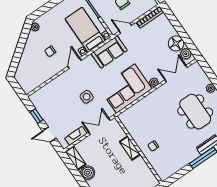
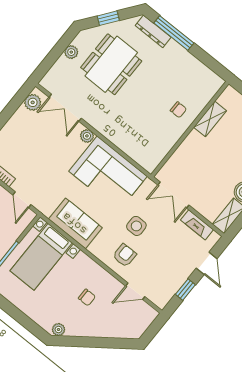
floor lamp: (176, 43) -> (22, 121), removed
sofa: (109, 52) -> (75, 223), moved
door: (74, 63) -> (135, 291), moved
armchair: (70, 84) -> (125, 255), added
shelving: (130, 148) -> (210, 119), moved

